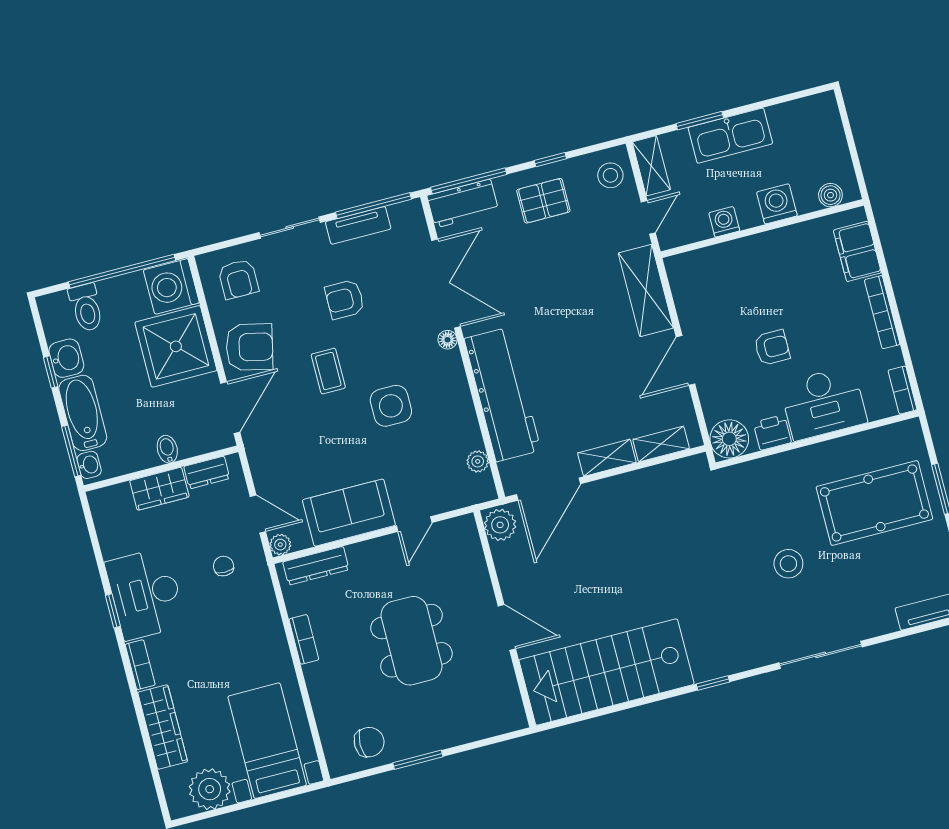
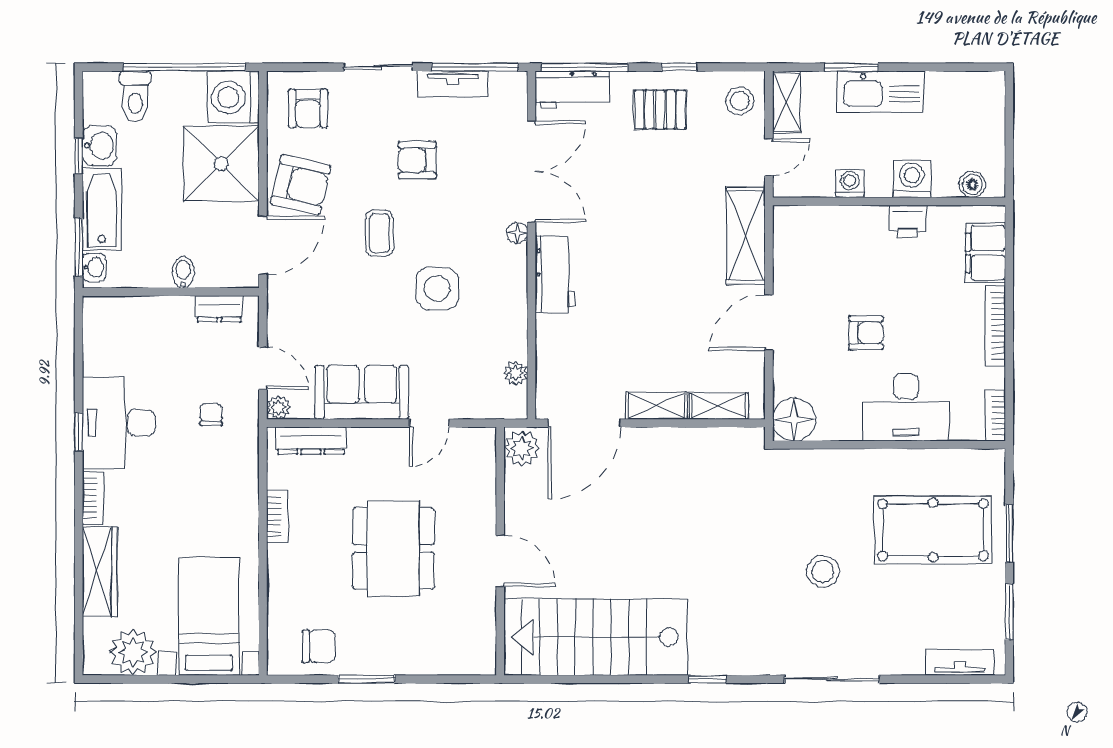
workbench: (503, 394) -> (555, 274), width x0.53, depth x0.76
printer: (772, 432) -> (908, 221), moved, turned 180
wardrobe: (159, 489) -> (163, 313), removed

